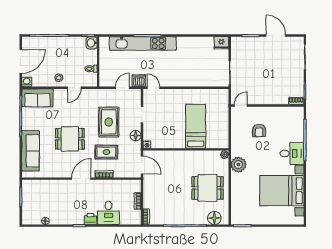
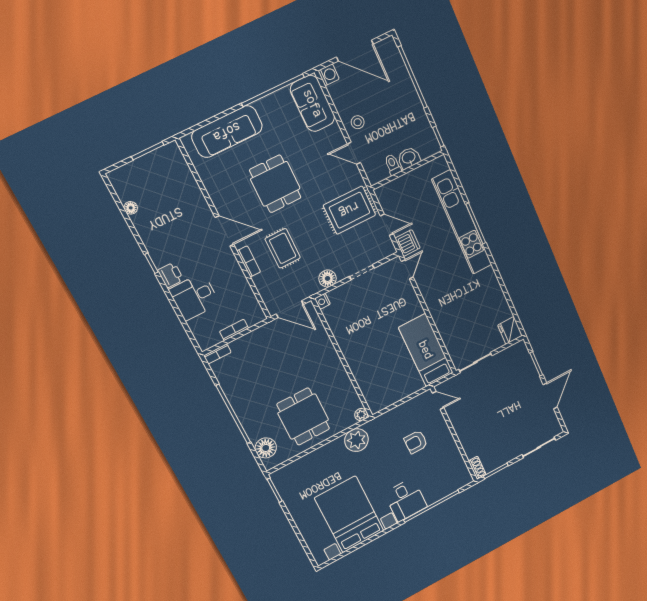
washbasin: (92, 43) -> (409, 158), moved
rug: (109, 122) -> (349, 210), moved
bed: (196, 126) -> (426, 350), moved, turned -90
door: (142, 165) -> (290, 309), hinge flipped

